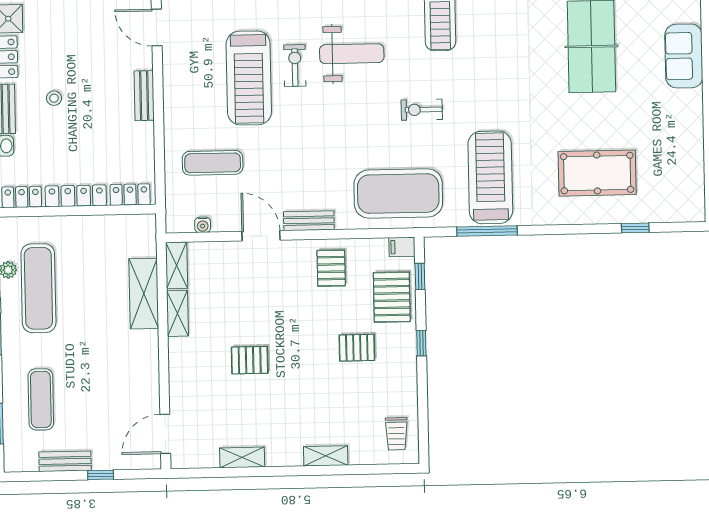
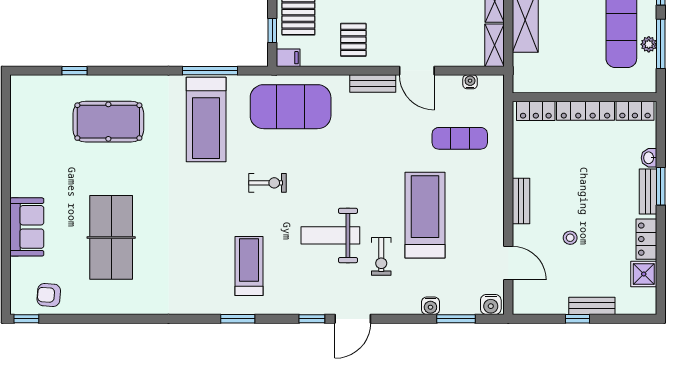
exercise bike: (295, 65) -> (381, 256), moved
stool: (54, 98) -> (570, 238), moved

